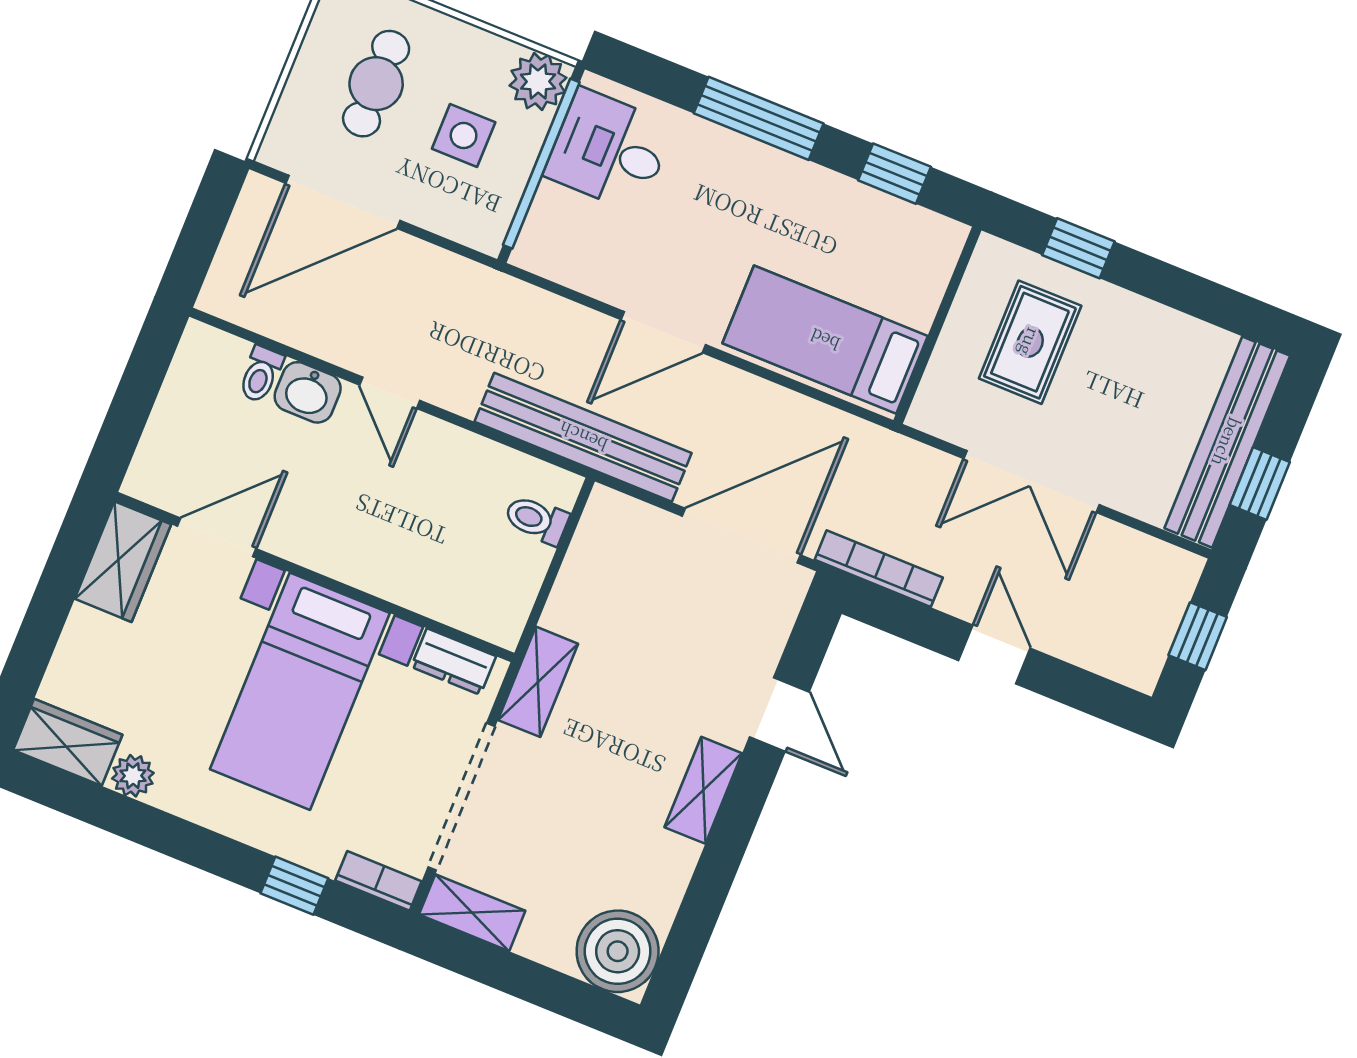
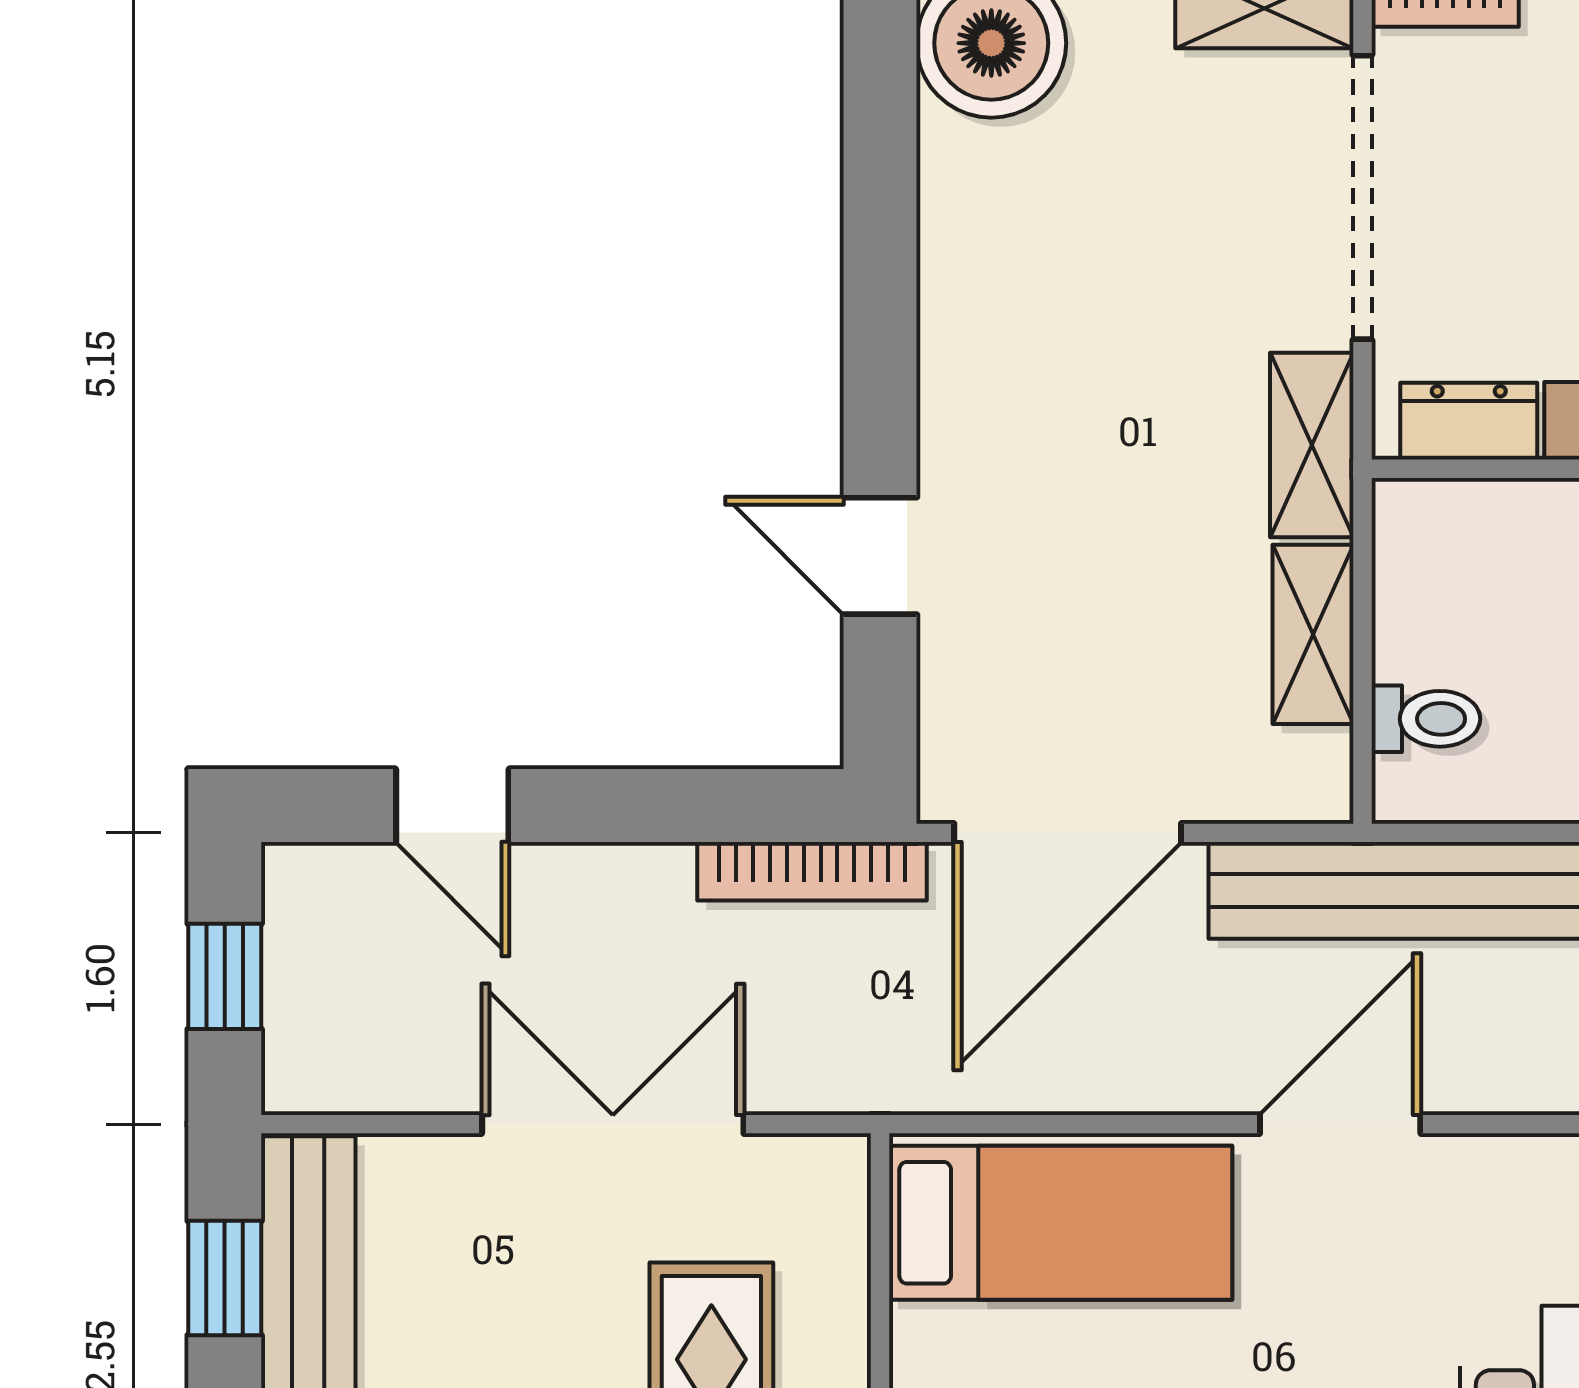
door: (994, 654) -> (452, 806), moved
shelving: (703, 790) -> (1313, 634), moved

